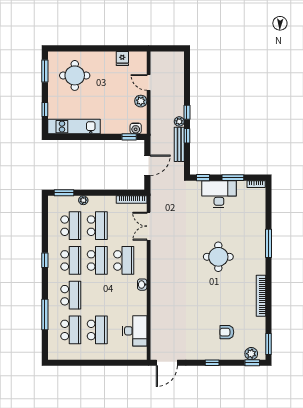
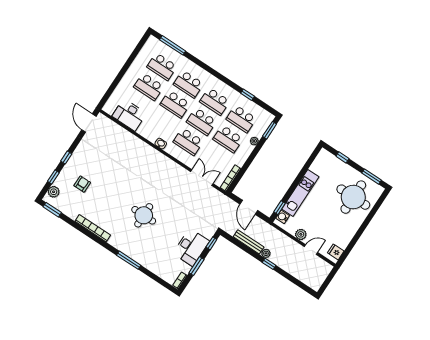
fridge: (122, 58) -> (336, 252), moved
round table: (75, 75) -> (353, 197), width x1.36, depth x1.36
kitchen unit: (74, 127) -> (300, 193), moved
window: (187, 136) -> (251, 252), removed
window: (45, 260) -> (248, 95), moved
school desk: (97, 295) -> (175, 104), added
window: (45, 315) -> (173, 45), moved
window: (252, 363) -> (53, 177), moved

